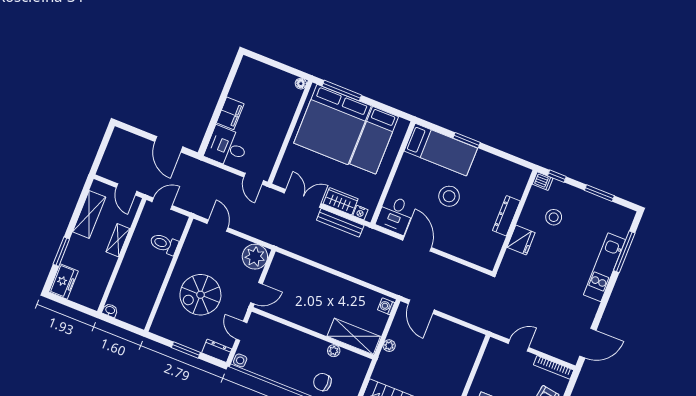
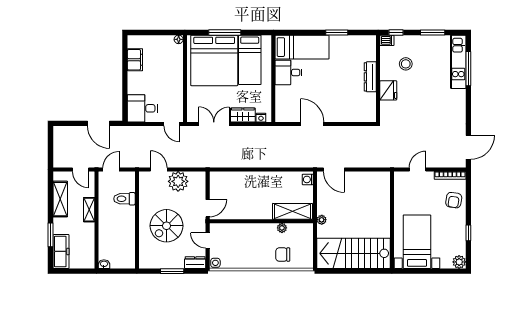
window: (342, 91) -> (225, 32), moved
filing cabinet: (230, 113) -> (135, 60), moved
window: (467, 140) -> (337, 32), moved
stool: (449, 196) -> (322, 79), removed
desk: (395, 215) -> (288, 72), moved, turned 90
bench: (340, 223) -> (249, 131), removed
plant: (255, 257) -> (178, 181), moved
kitchen unit: (604, 267) -> (458, 62), moved
freezer: (63, 281) -> (61, 251), width x1.40
plant: (389, 346) -> (322, 220), moved

